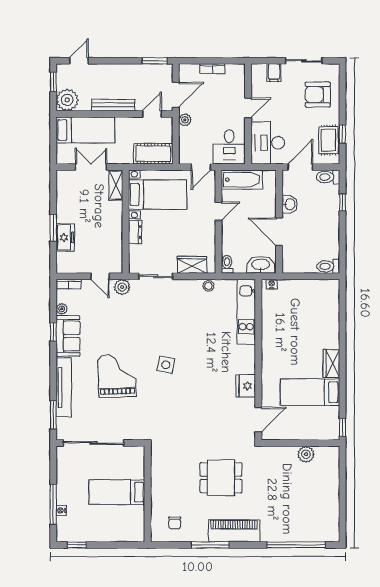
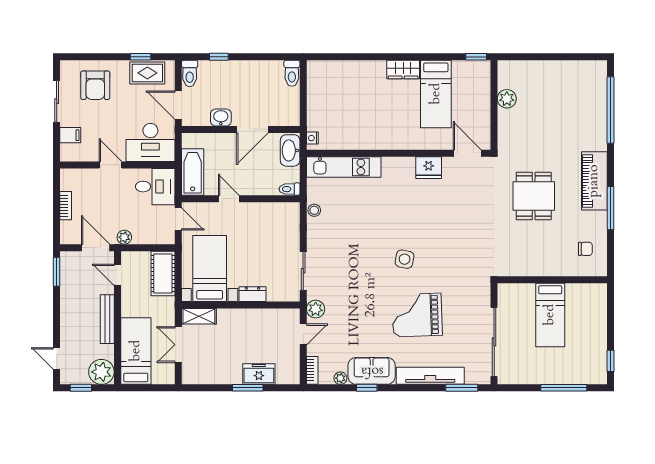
wardrobe: (192, 265) -> (290, 229), removed
nightstand: (61, 510) -> (571, 379), removed

